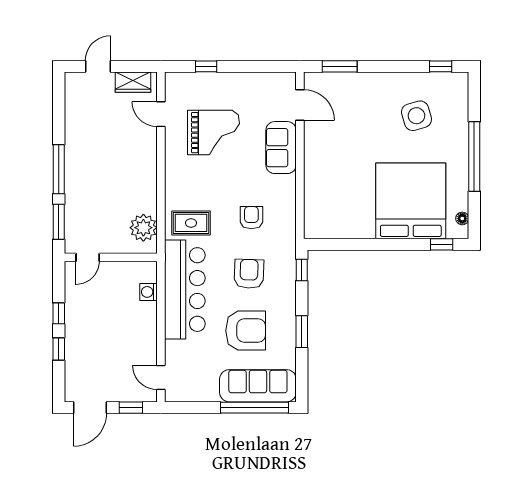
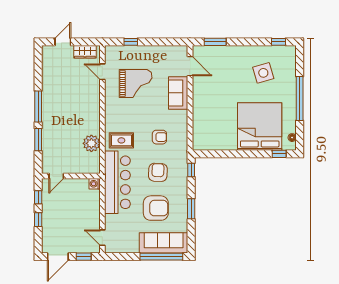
armchair: (251, 218) -> (159, 137), turned 90
door: (88, 257) -> (56, 176), moved
wall: (111, 257) -> (71, 176), moved

